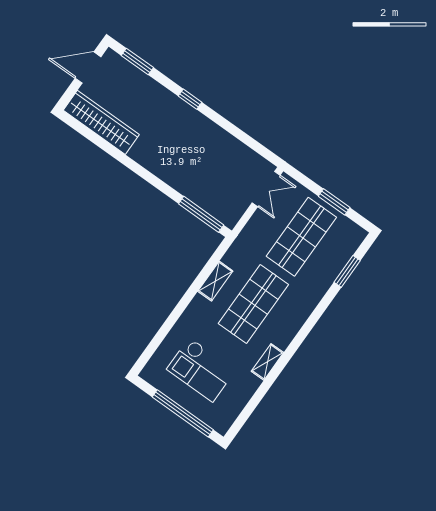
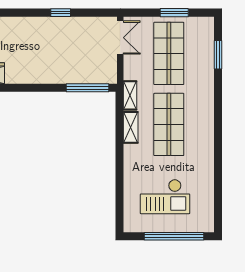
window: (190, 99) -> (61, 13), moved
shelving: (267, 362) -> (130, 95), moved

